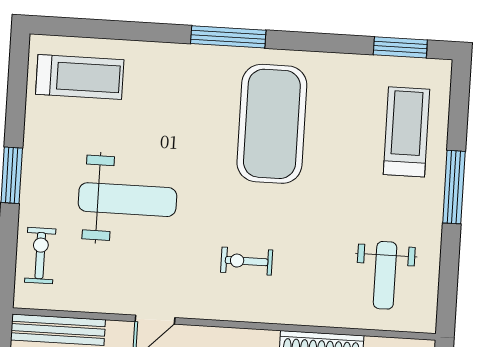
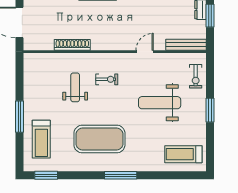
exercise mat: (272, 124) -> (99, 139), turned 90
weight bench: (385, 275) -> (75, 87), moved

